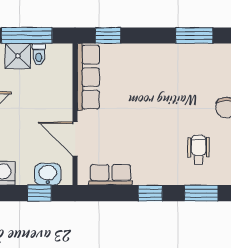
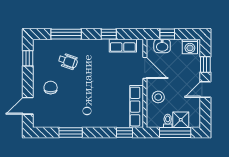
stool: (54, 92) -> (158, 97), added
wheelchair: (199, 150) -> (68, 61), turned -71
window: (150, 193) -> (109, 34), moved
window: (201, 193) -> (66, 34), width x1.44

